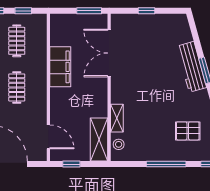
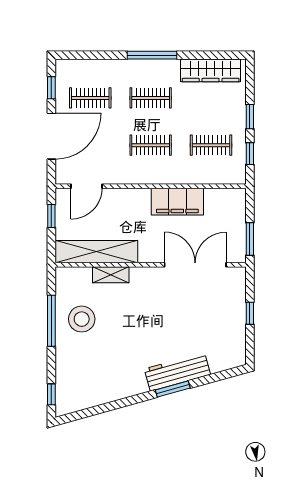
pallet: (188, 131) -> (94, 367), removed
shelving: (99, 139) -> (96, 252), width x1.47
stool: (119, 144) -> (82, 319), moved, width x1.89, depth x1.89
window: (166, 164) -> (51, 321), moved

